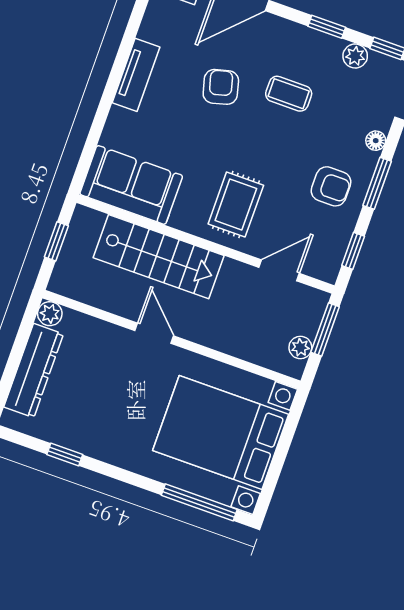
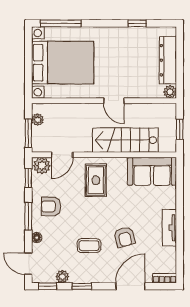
plant: (322, 264) -> (42, 166), added

